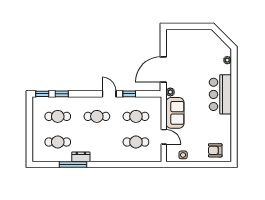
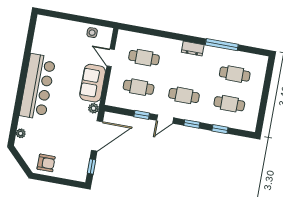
window: (163, 43) -> (91, 166), added
window: (42, 94) -> (192, 124), moved
door: (109, 94) -> (165, 119), hinge flipped
bar counter: (220, 94) -> (38, 87), width x1.36
armchair: (215, 150) -> (46, 163), moved
dresser: (81, 157) -> (193, 49), moved

